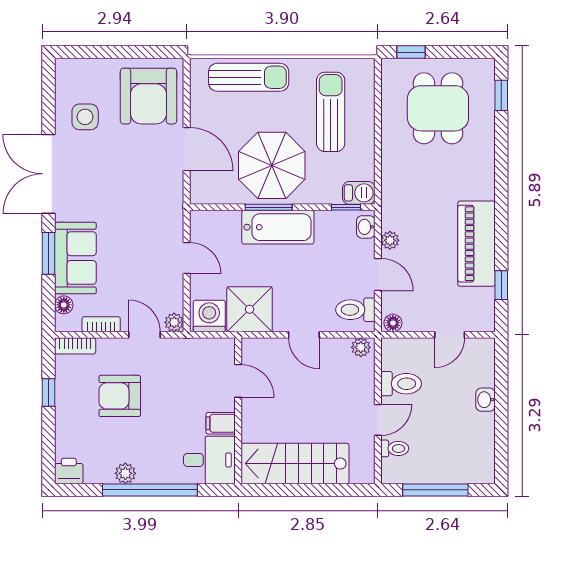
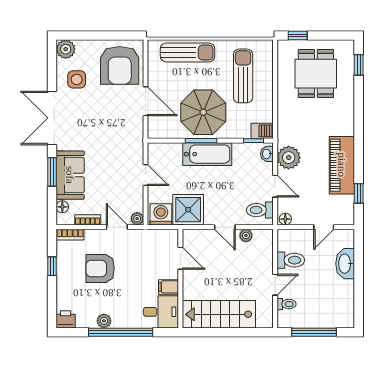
plant: (69, 72) -> (66, 49), added
plant: (390, 240) -> (289, 158), width x1.88, depth x1.88
plant: (361, 347) -> (246, 236), moved
washbasin: (486, 400) -> (345, 264), width x1.91, depth x1.45

